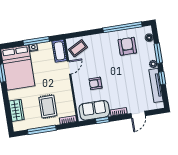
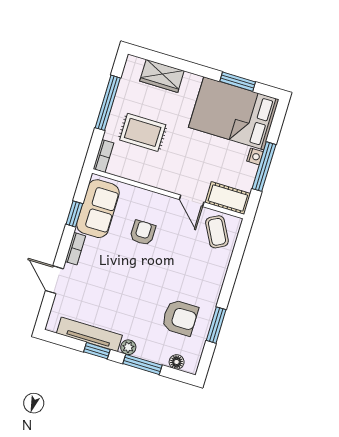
window: (122, 27) -> (216, 325), width x0.47

